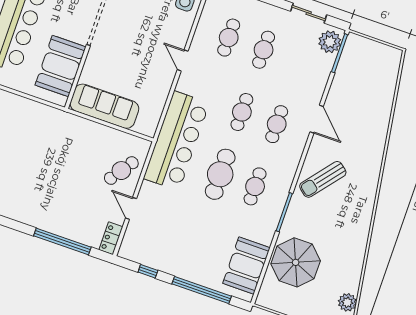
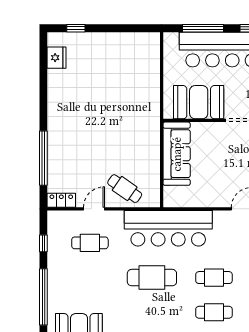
cafe table: (255, 186) -> (90, 243), moved

